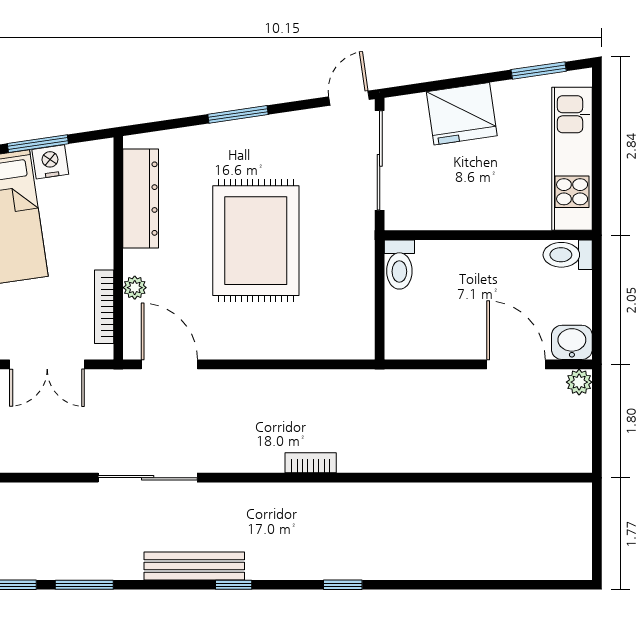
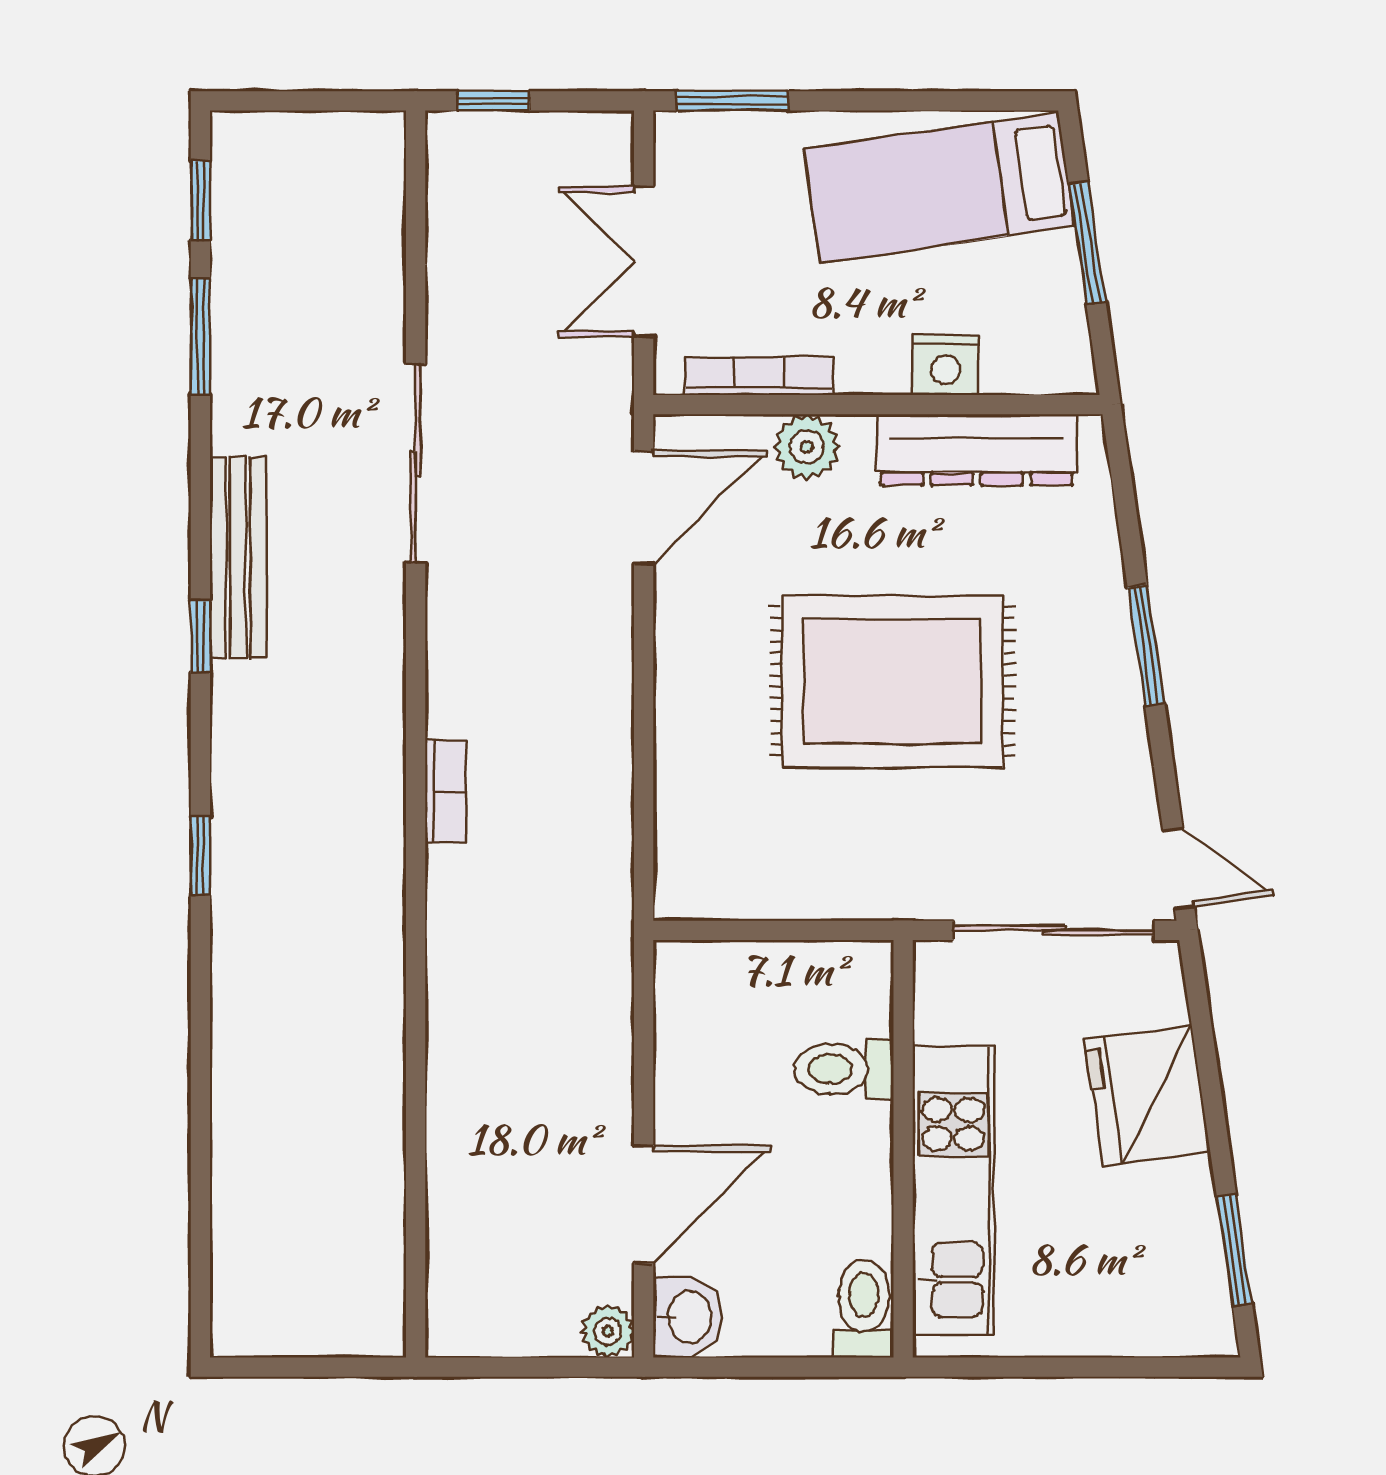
kitchen unit: (572, 159) -> (953, 1190), moved, turned 90
nightstand: (50, 162) -> (946, 365), moved, turned 98
toilet: (399, 265) -> (844, 1069), moved
plant: (135, 288) -> (807, 447), width x1.38, depth x1.38

